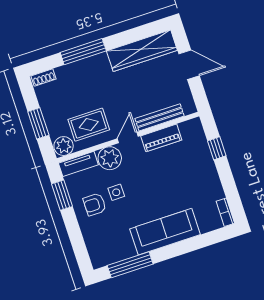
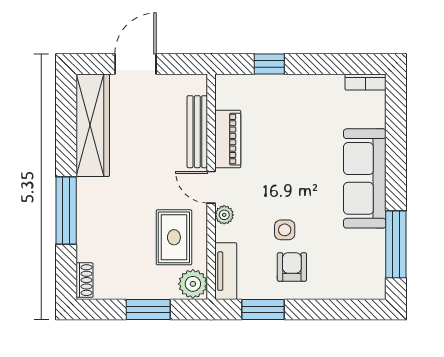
plant: (110, 158) -> (224, 215), width x0.53, depth x0.53
armchair: (95, 204) -> (292, 267), turned 180

